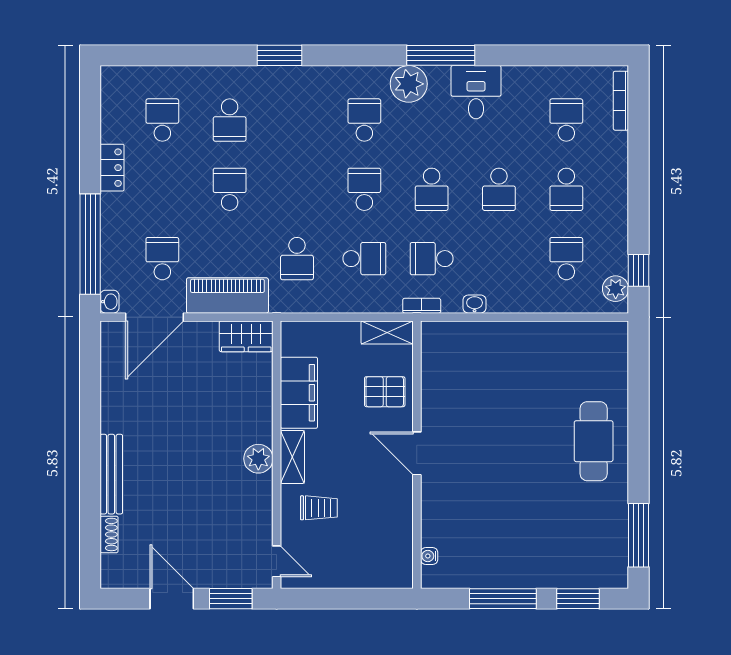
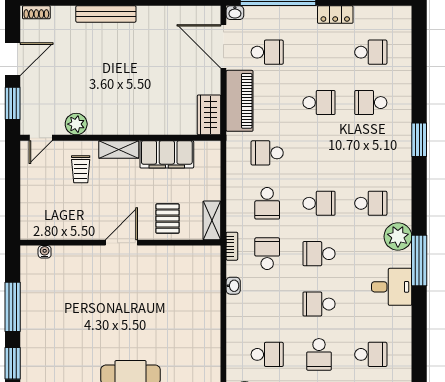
school desk: (566, 189) -> (319, 354), turned -90
plant: (258, 459) -> (76, 124), moved
shoe rack: (109, 534) -> (36, 12), moved

